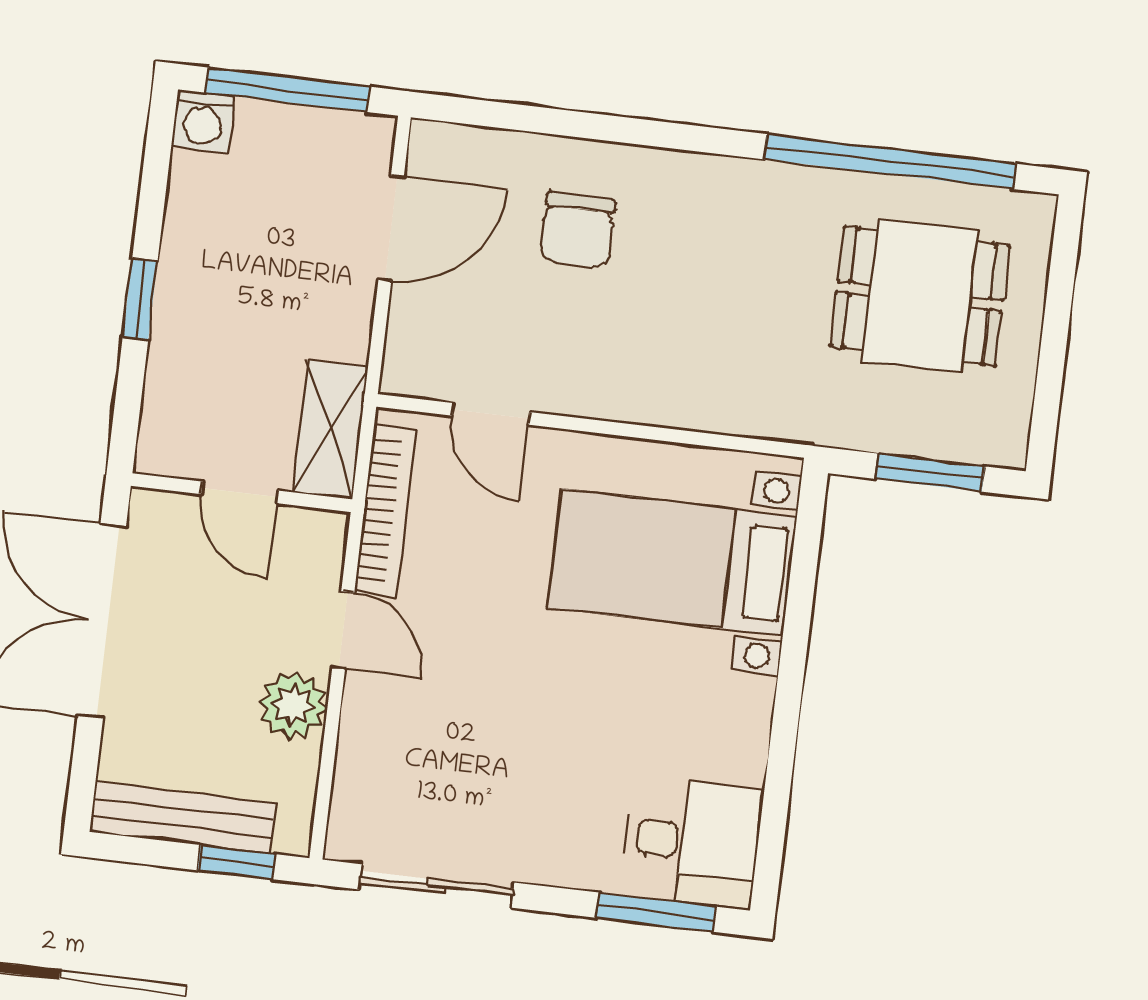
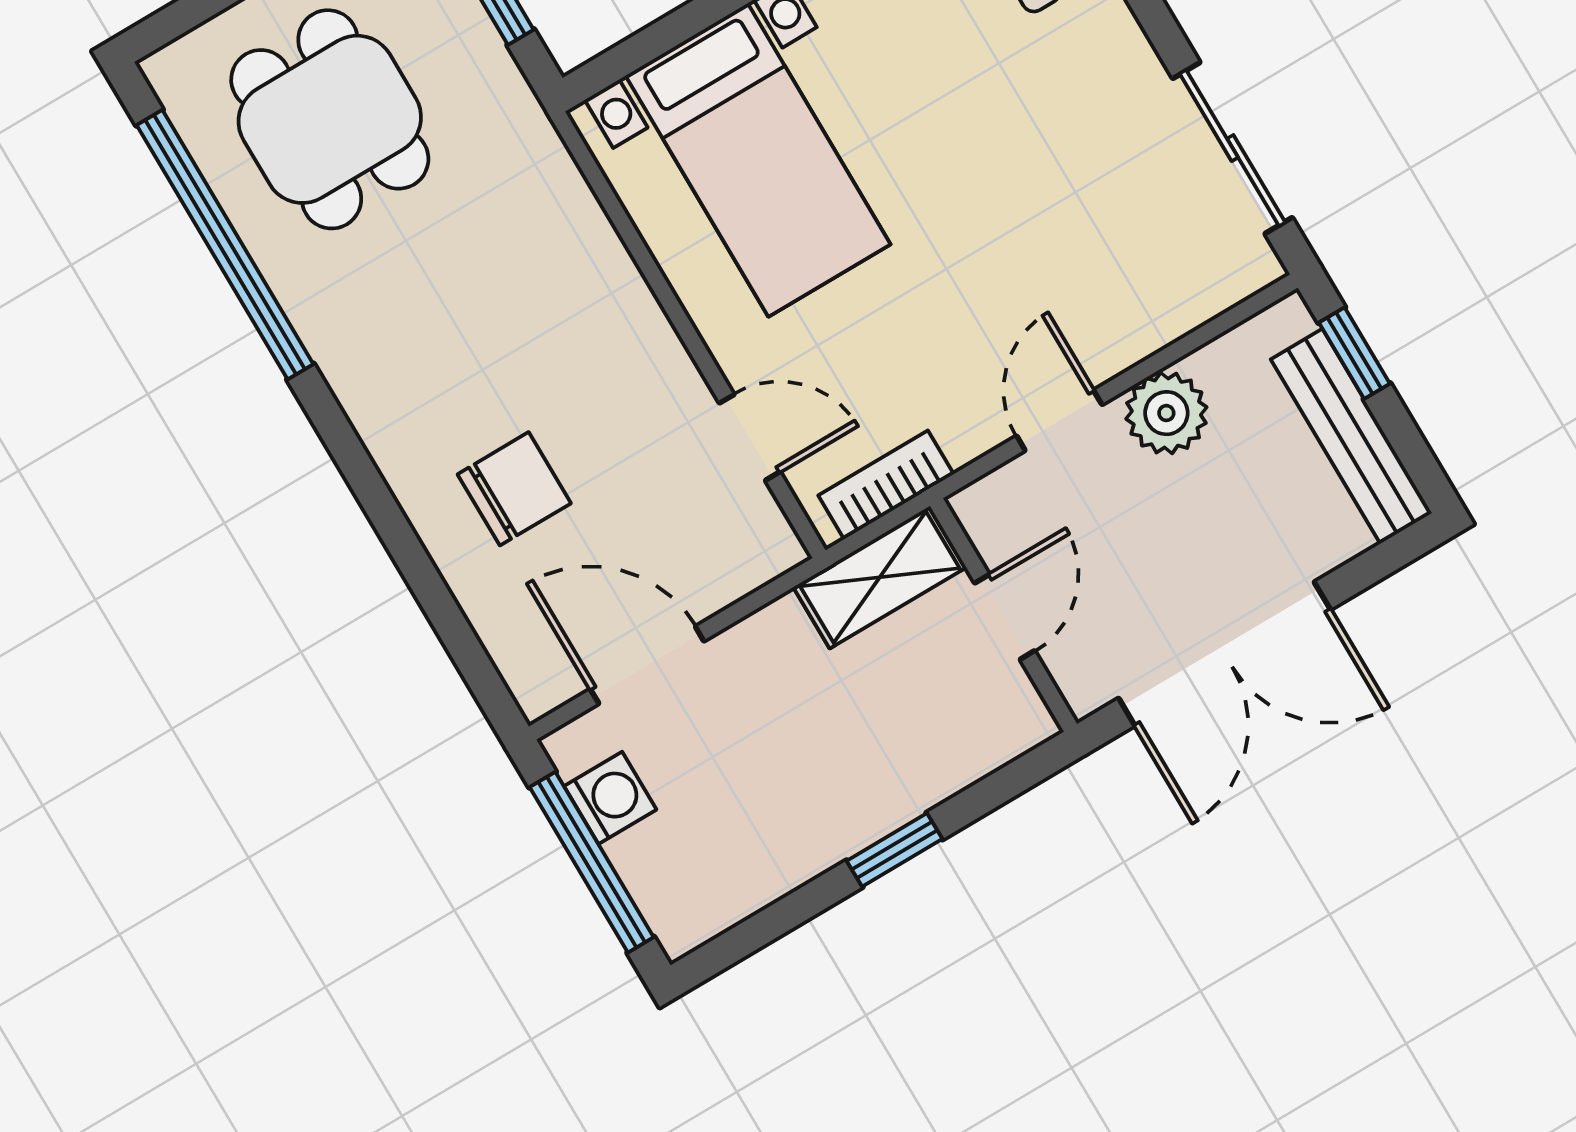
washing machine: (203, 121) -> (610, 798), moved
door: (491, 414) -> (750, 437), hinge flipped
bookcase: (385, 511) -> (886, 485), width x0.64

